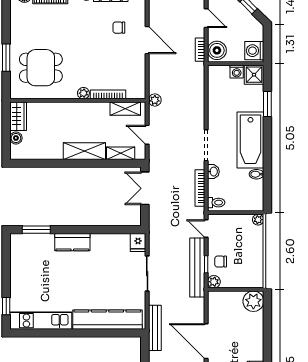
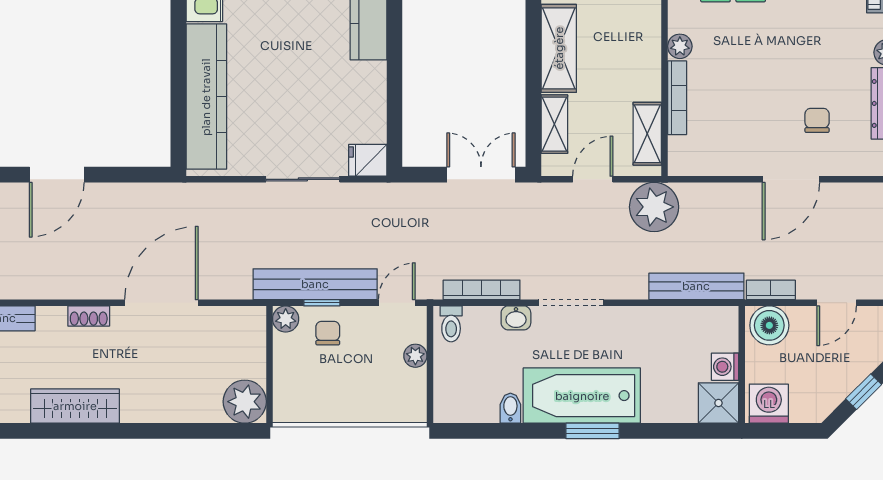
plant: (155, 100) -> (654, 207), width x1.87, depth x1.87
window: (267, 104) -> (592, 431), moved
plant: (258, 220) -> (415, 356), moved
bench: (155, 328) -> (696, 286), moved

